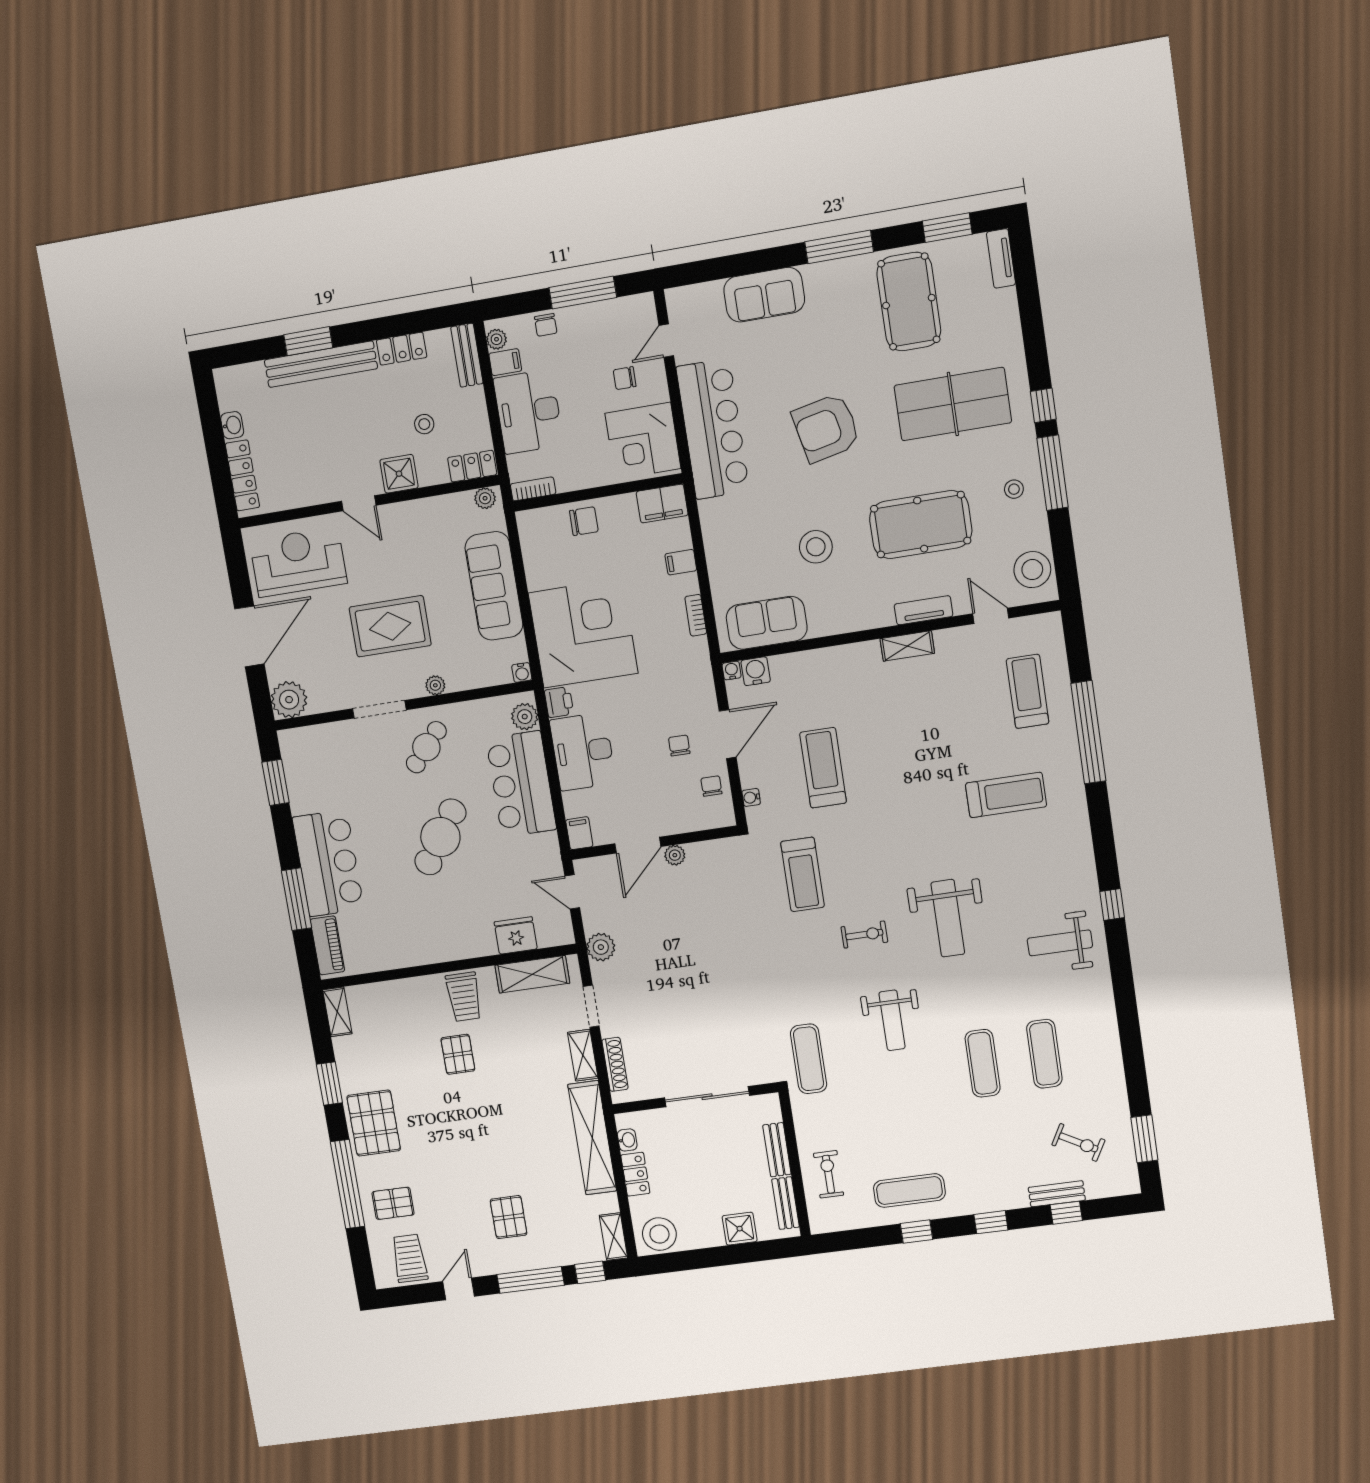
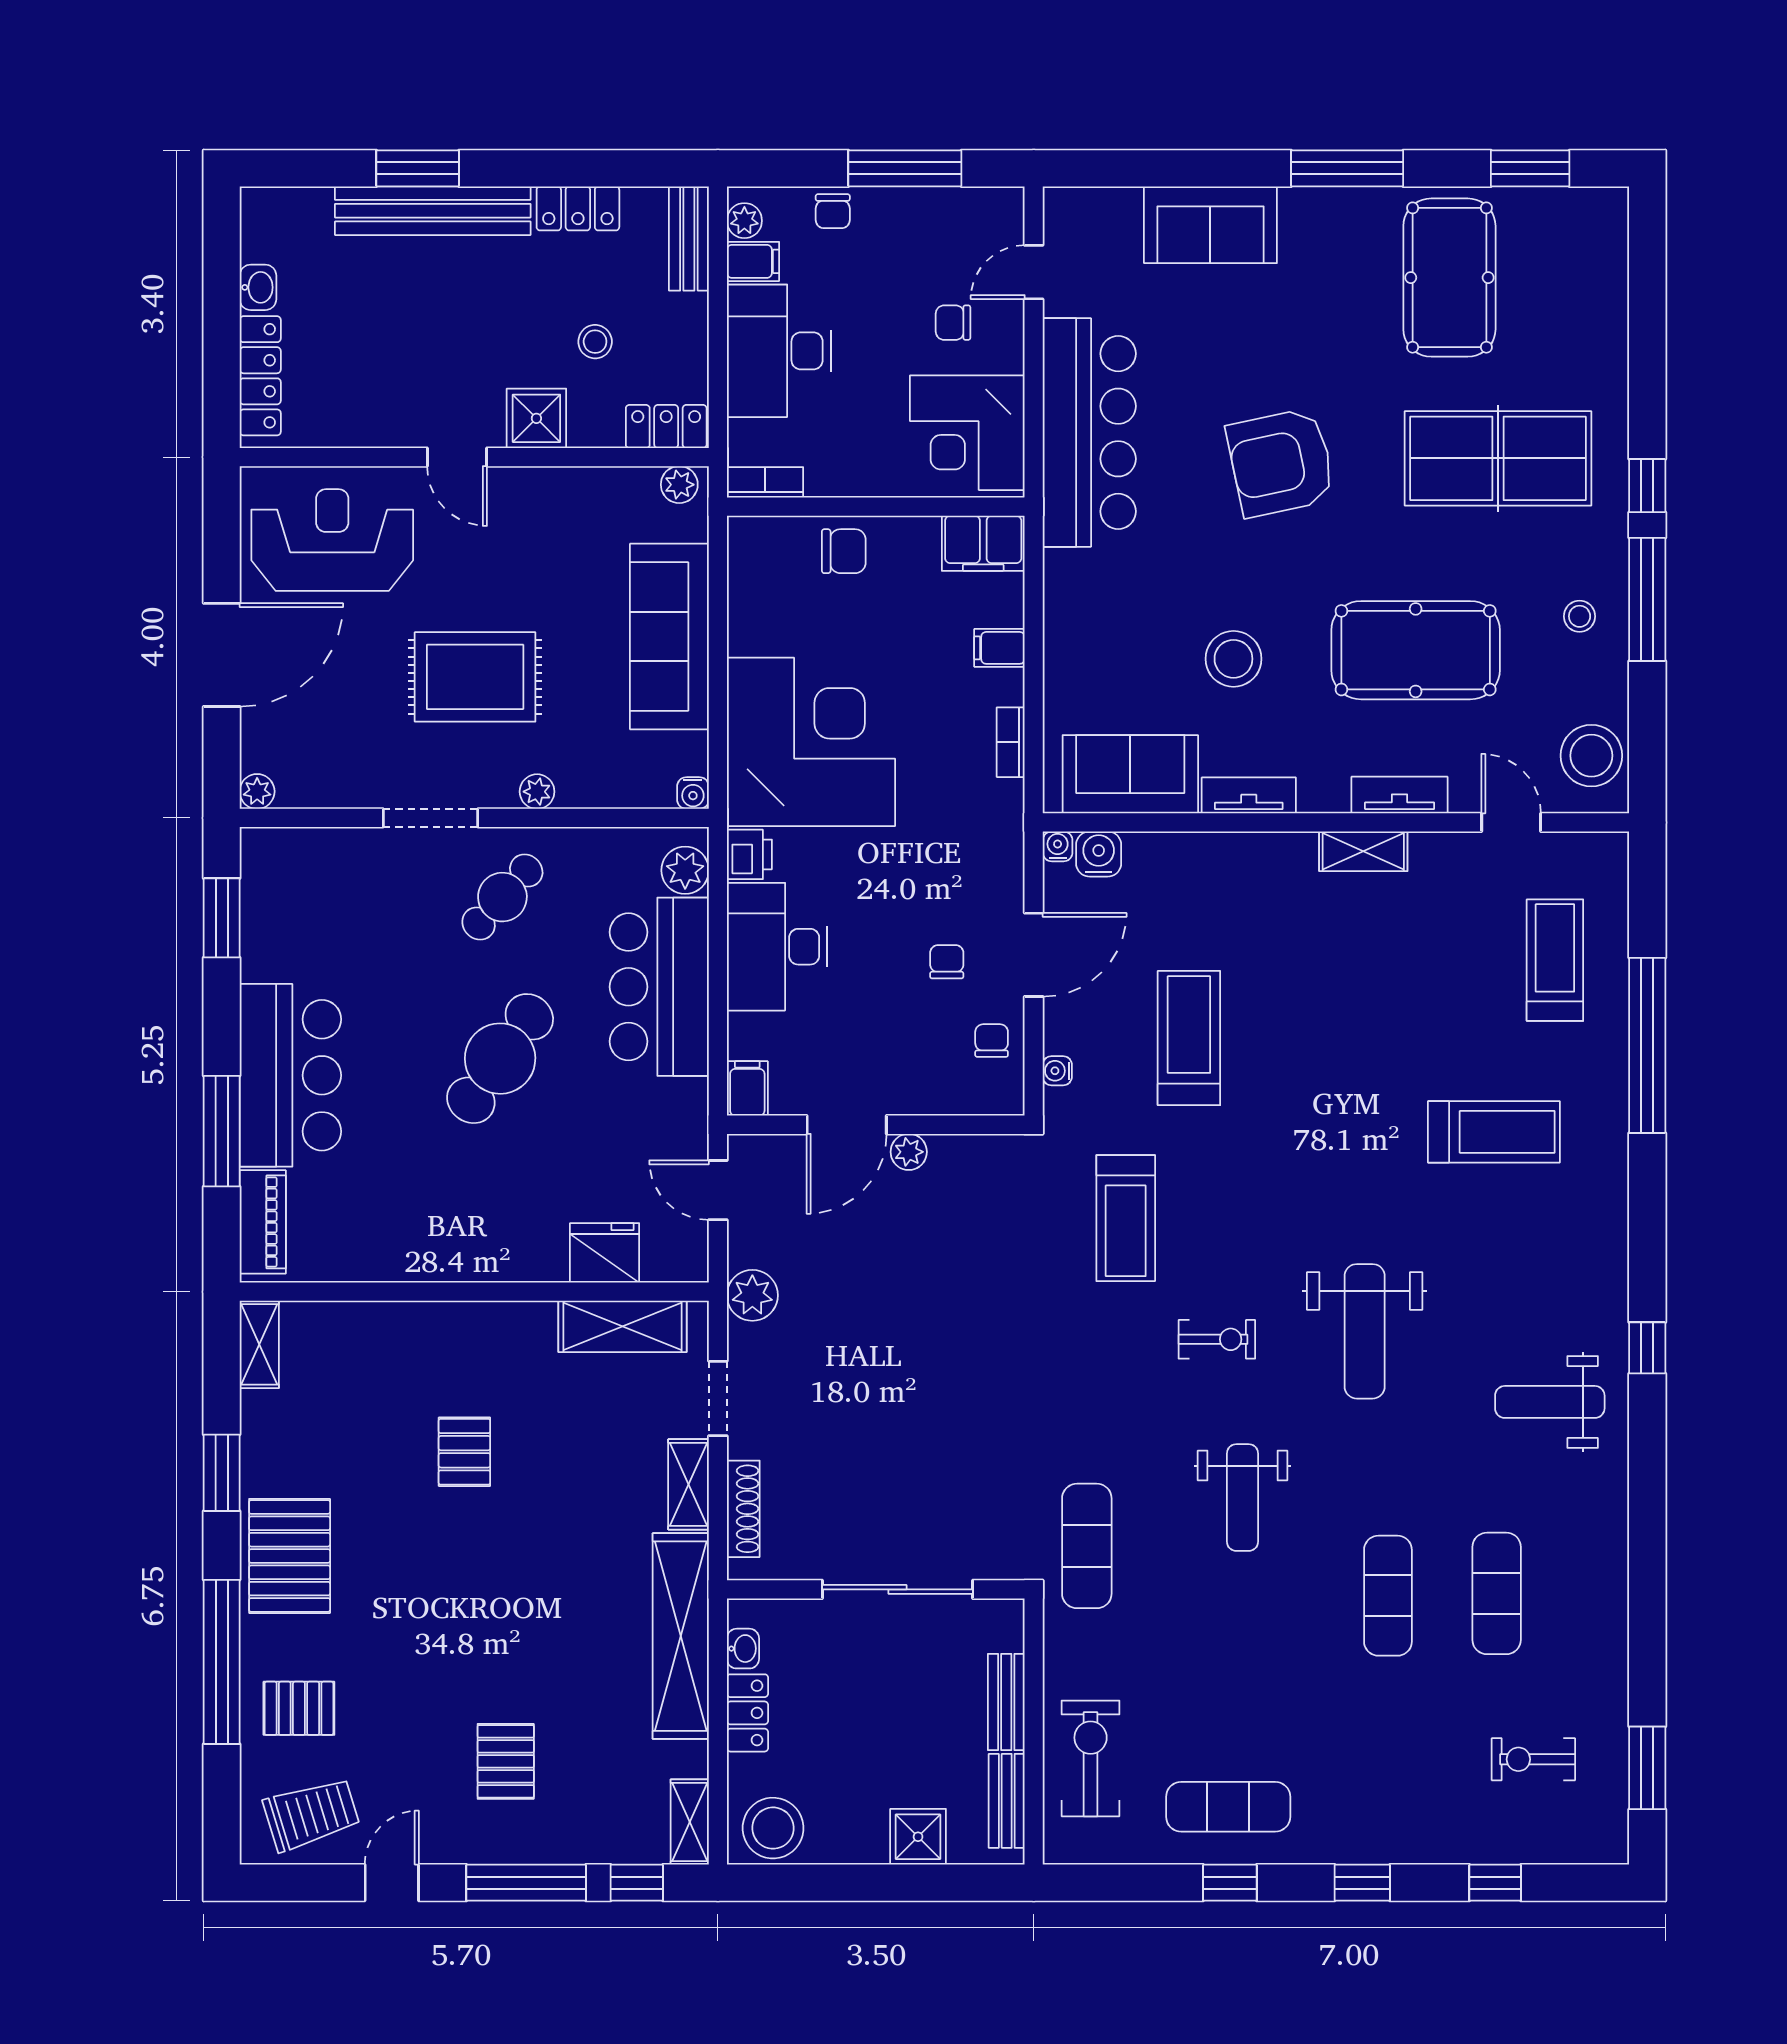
tv unit: (1001, 258) -> (1249, 795), moved, turned 90
plant: (289, 700) -> (257, 791), width x0.53, depth x0.53
trolley: (464, 997) -> (493, 1349), removed
exercise bike: (1078, 1142) -> (1533, 1759), turned 151
exercise bike: (828, 1174) -> (1091, 1758), width x1.38, depth x1.39
bench: (1057, 1194) -> (1484, 1846), removed
trolley: (409, 1258) -> (311, 1814), turned 73

